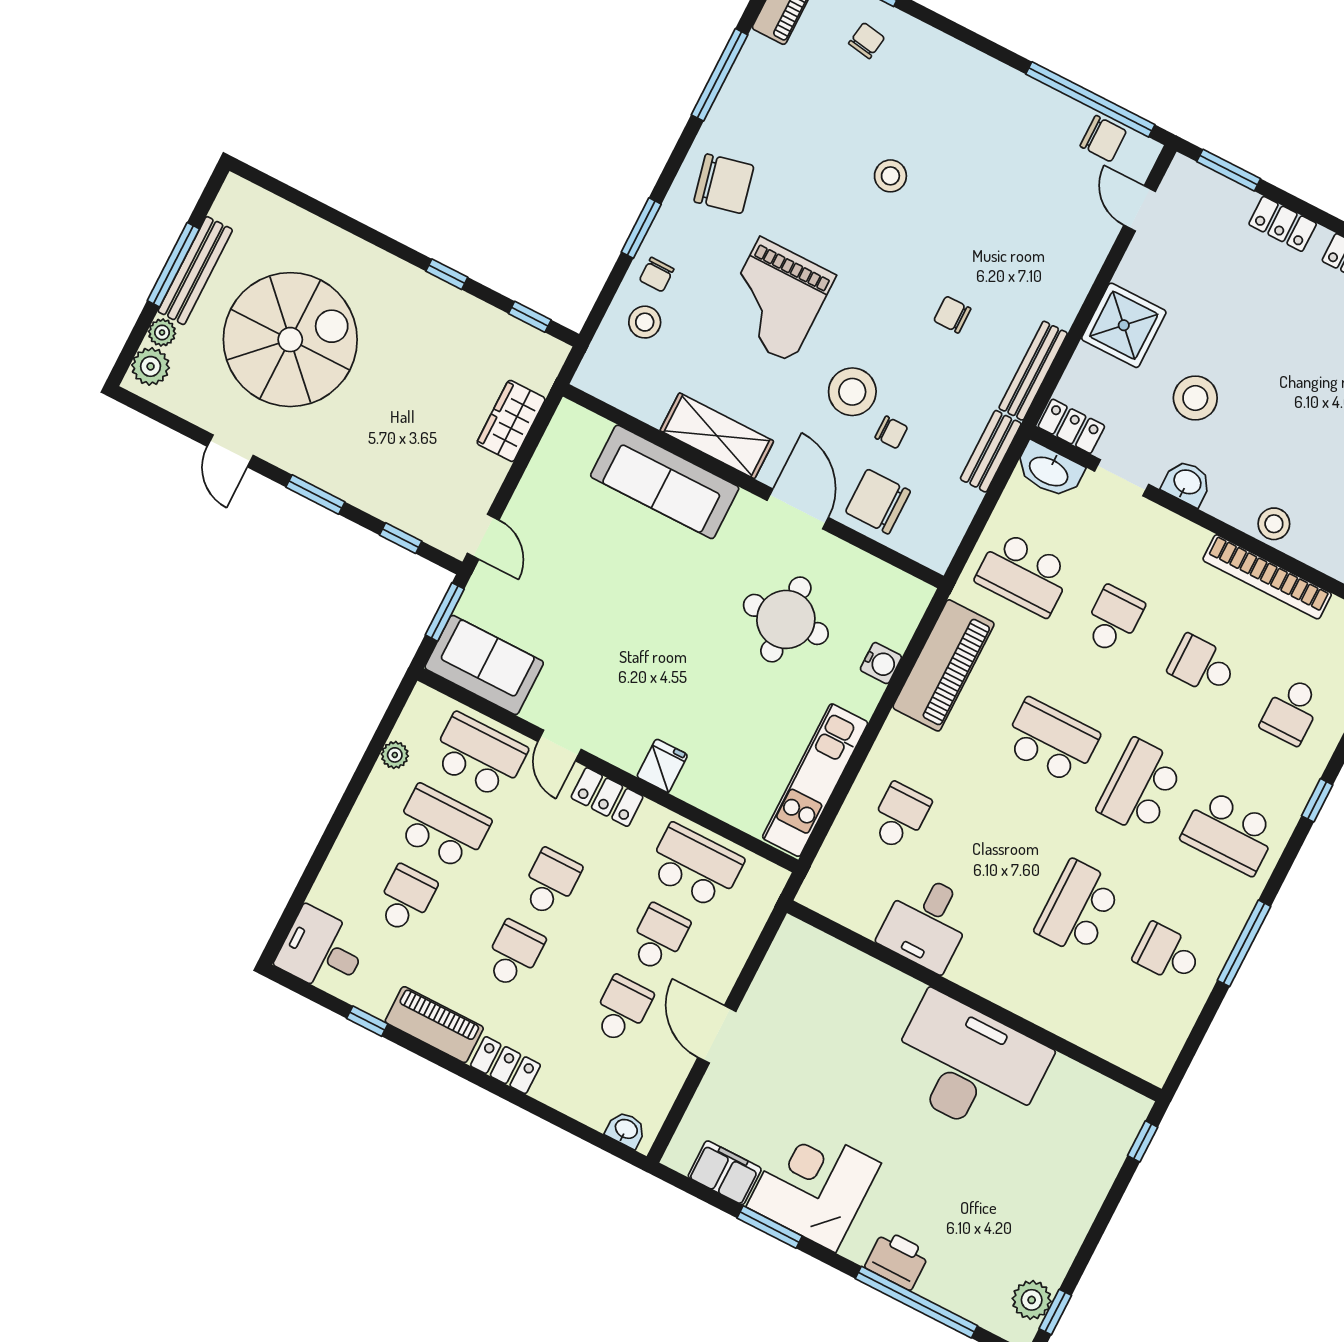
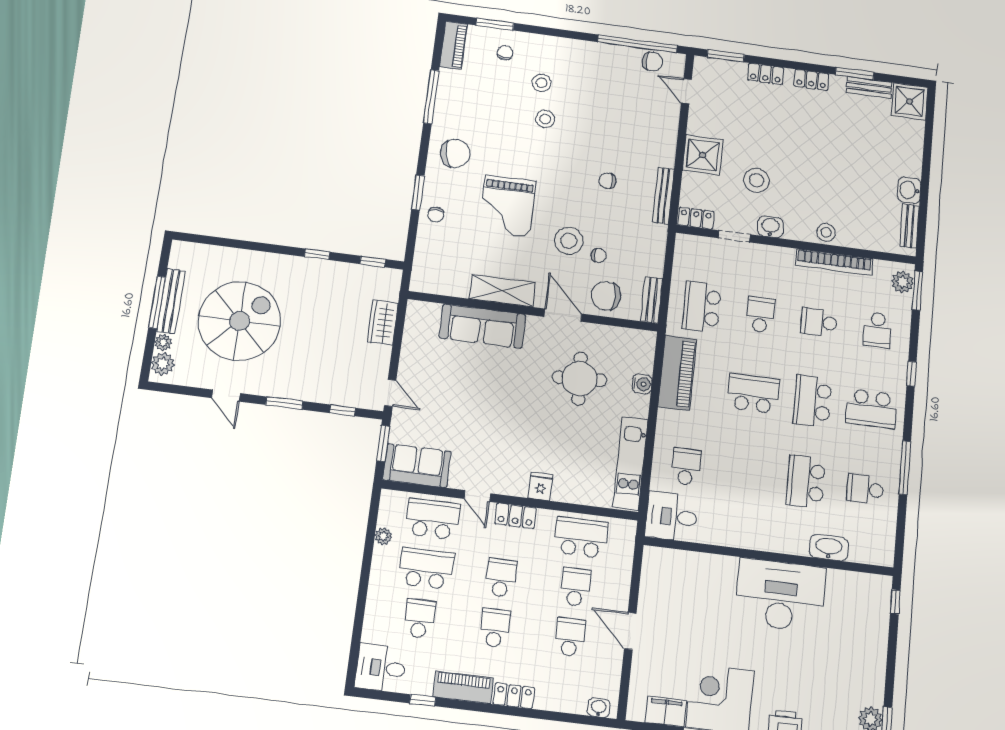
stool: (645, 322) -> (541, 83), moved
bench: (991, 451) -> (652, 300), moved
washbasin: (1049, 470) -> (829, 548), moved, turned 180
school desk: (1024, 574) -> (702, 307), turned 90
desk: (927, 923) -> (672, 516), moved, turned 90

